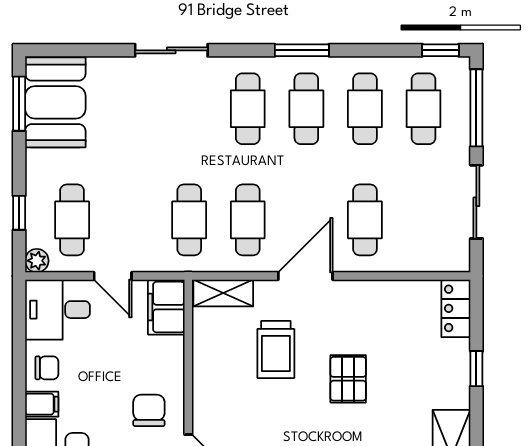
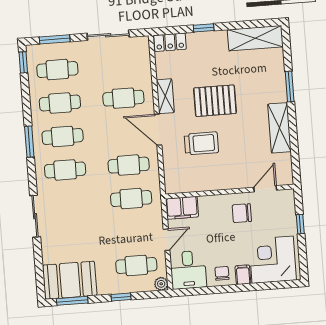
window: (476, 108) -> (55, 39), width x0.69
window: (19, 213) -> (121, 297), moved
shelving: (223, 293) -> (165, 96), moved
pallet: (348, 379) -> (215, 101), width x1.50, depth x1.42

